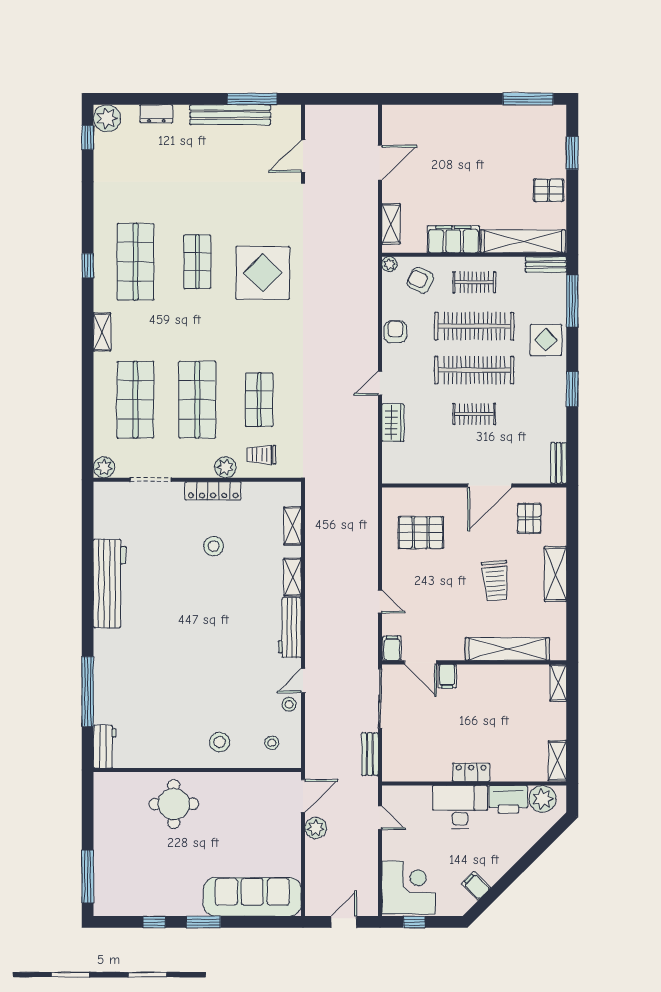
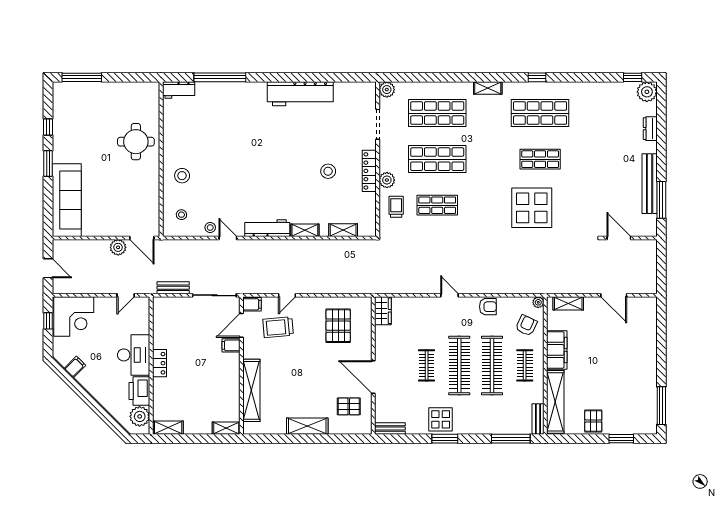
display table: (546, 340) -> (441, 419), moved
wardrobe: (393, 423) -> (383, 311), moved, turned -90
trolley: (495, 581) -> (278, 327), moved

